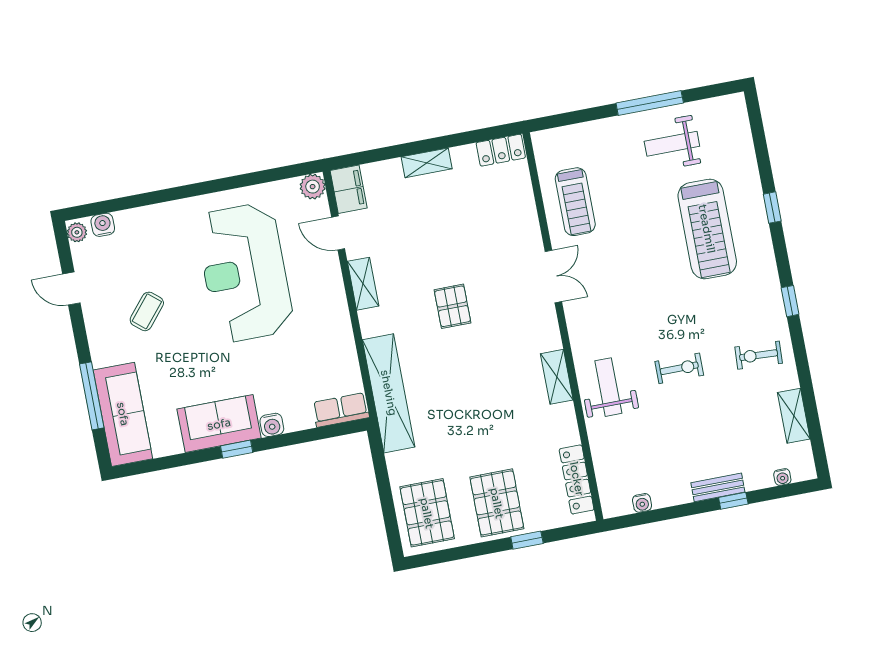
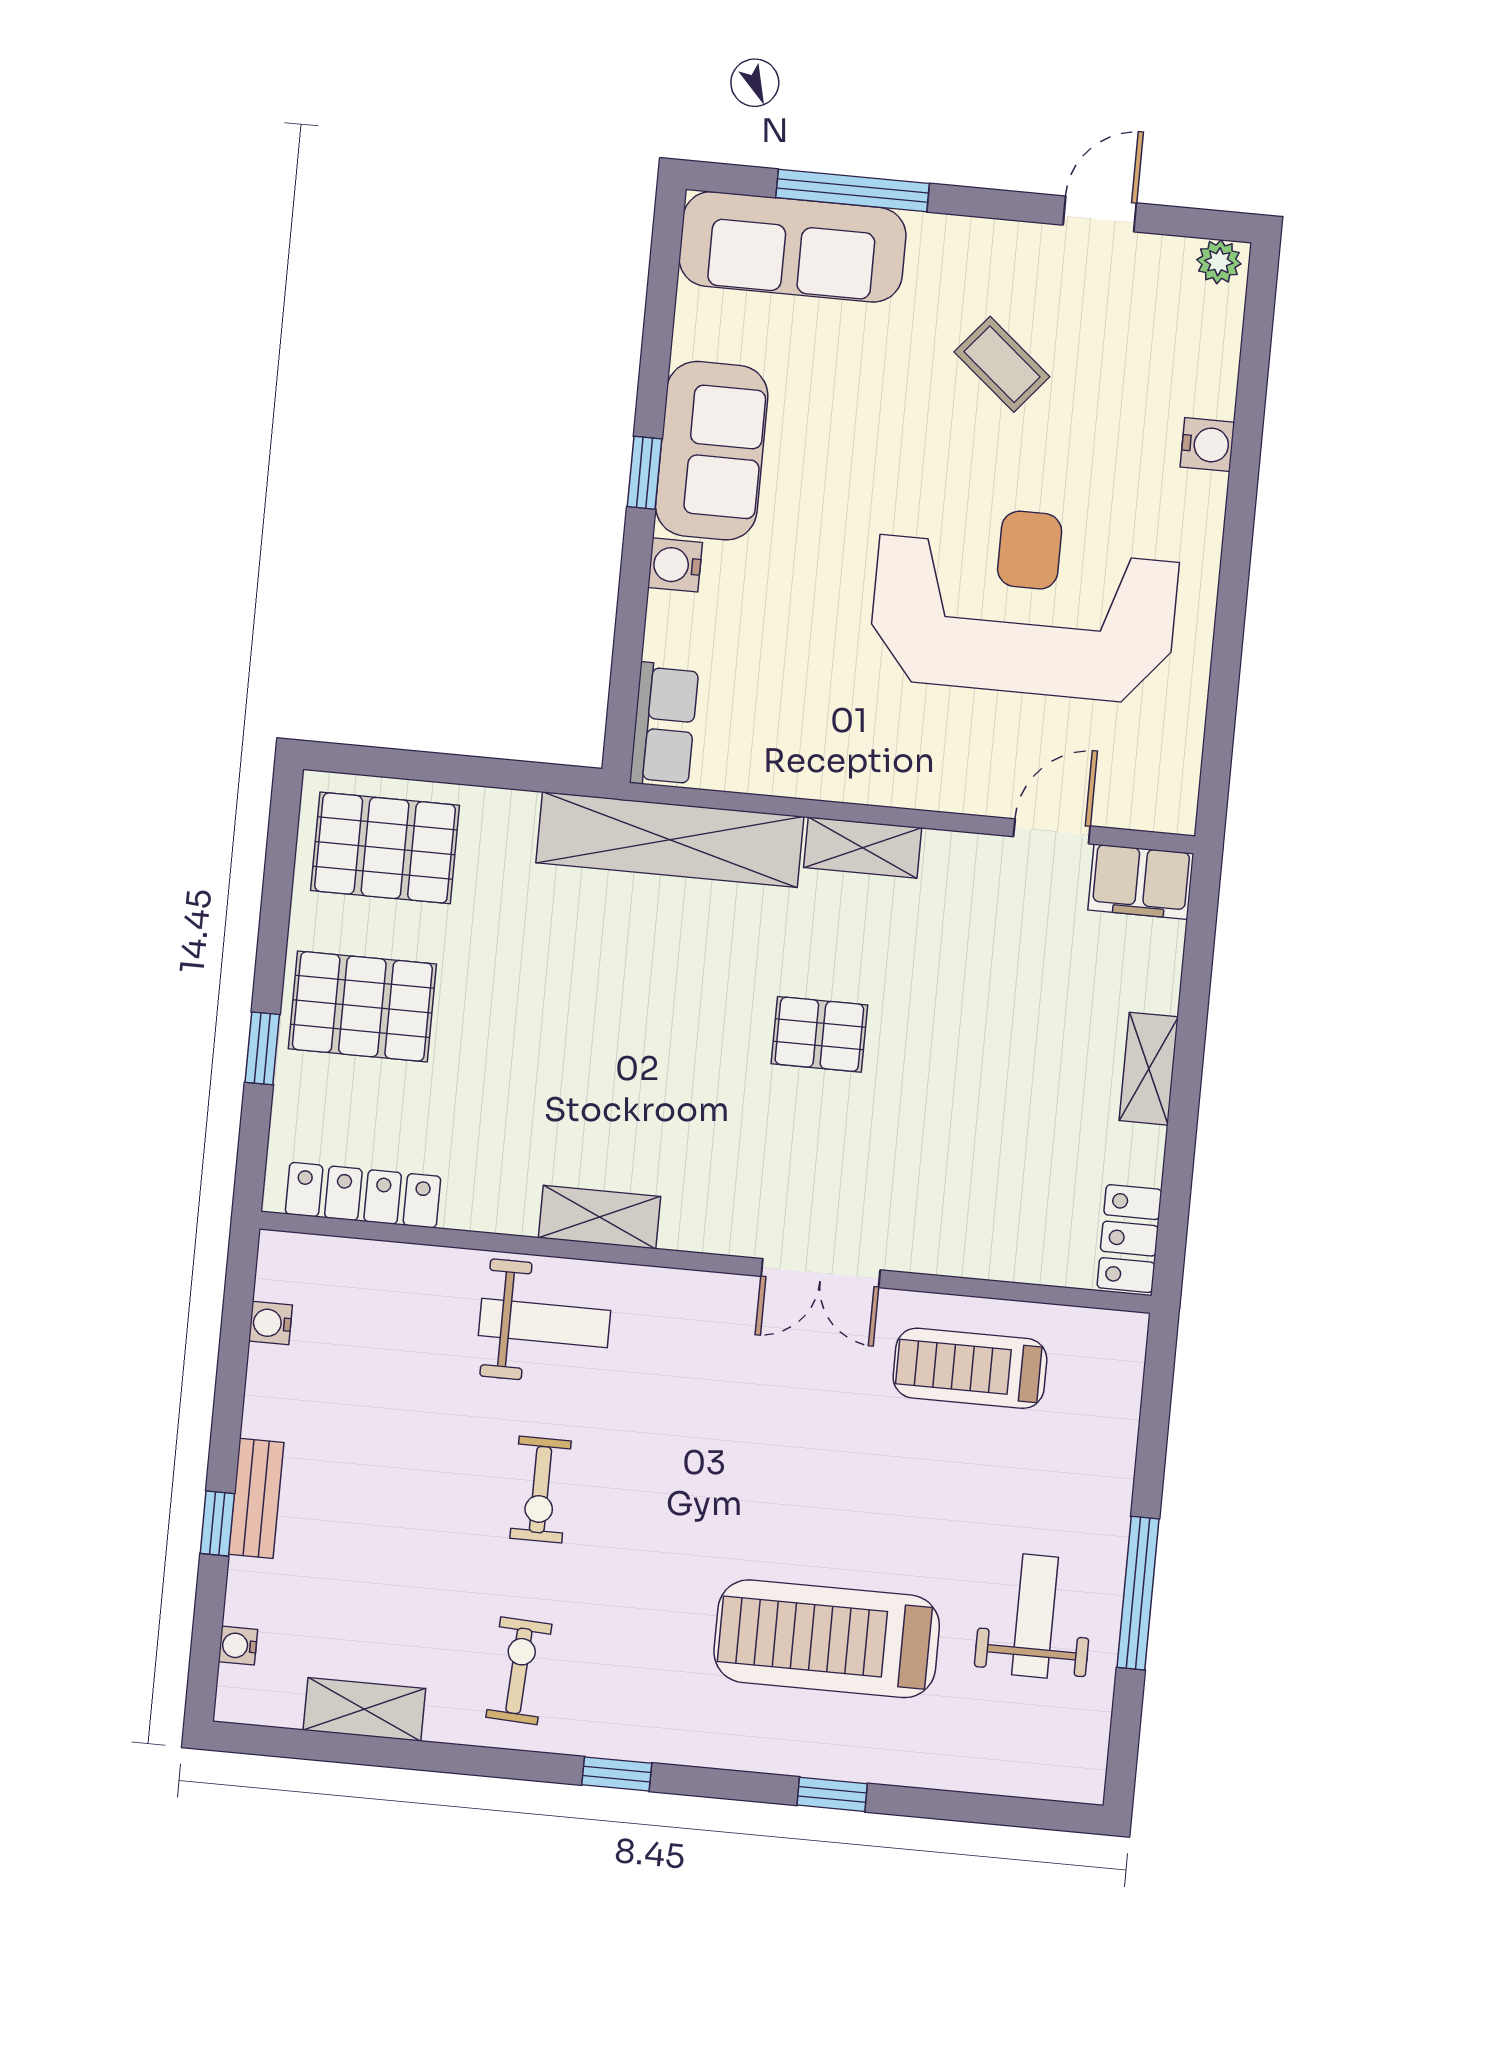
plant: (313, 187) -> (1169, 805), removed
water cooler: (103, 225) -> (1207, 445), moved
shelving: (363, 284) -> (863, 848), moved

